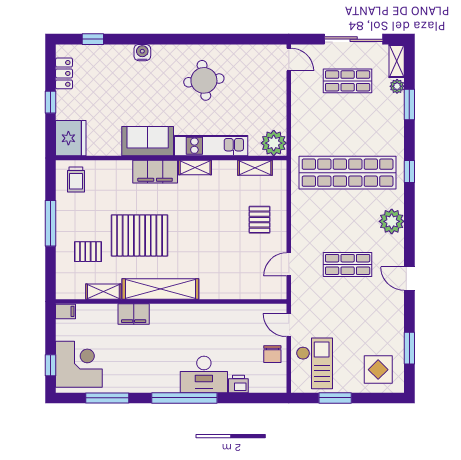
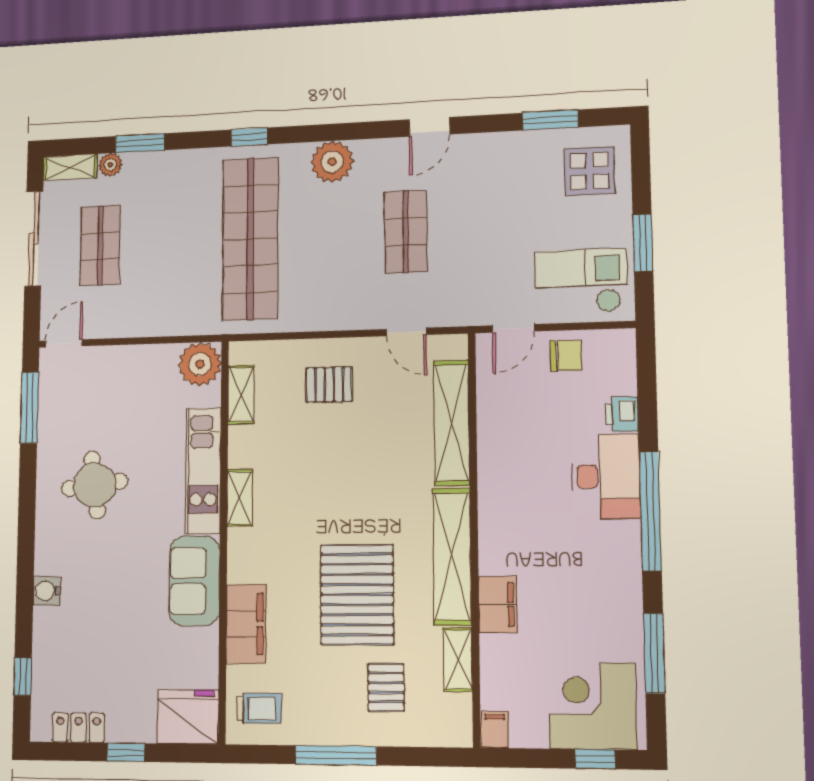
window: (251, 39) -> (29, 408), added
filing cabinet: (155, 172) -> (246, 624), moved
shelving: (236, 290) -> (452, 423), added

